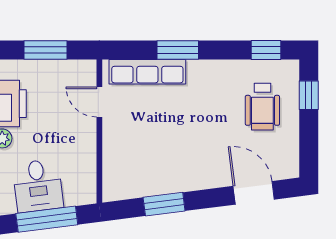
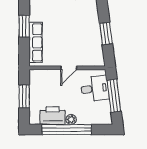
door: (99, 102) -> (69, 68), moved
desk: (38, 186) -> (95, 89), moved

